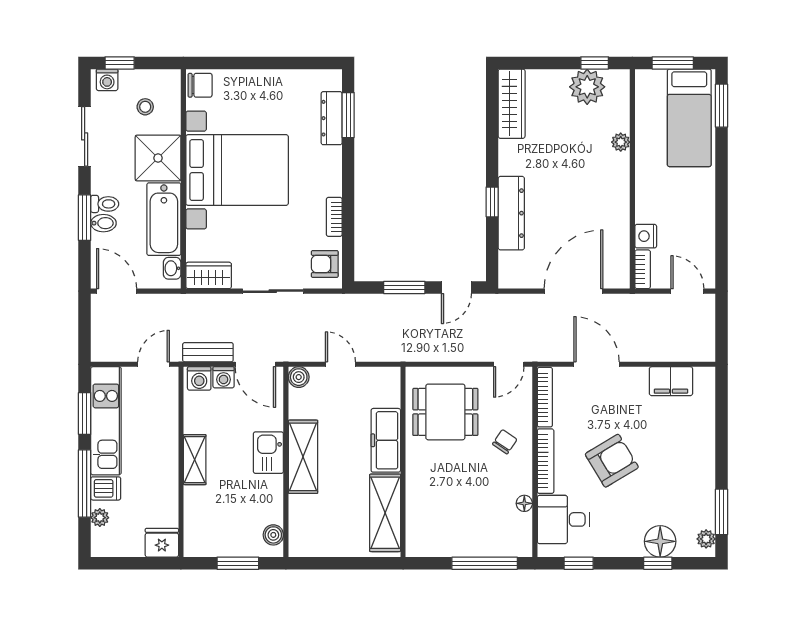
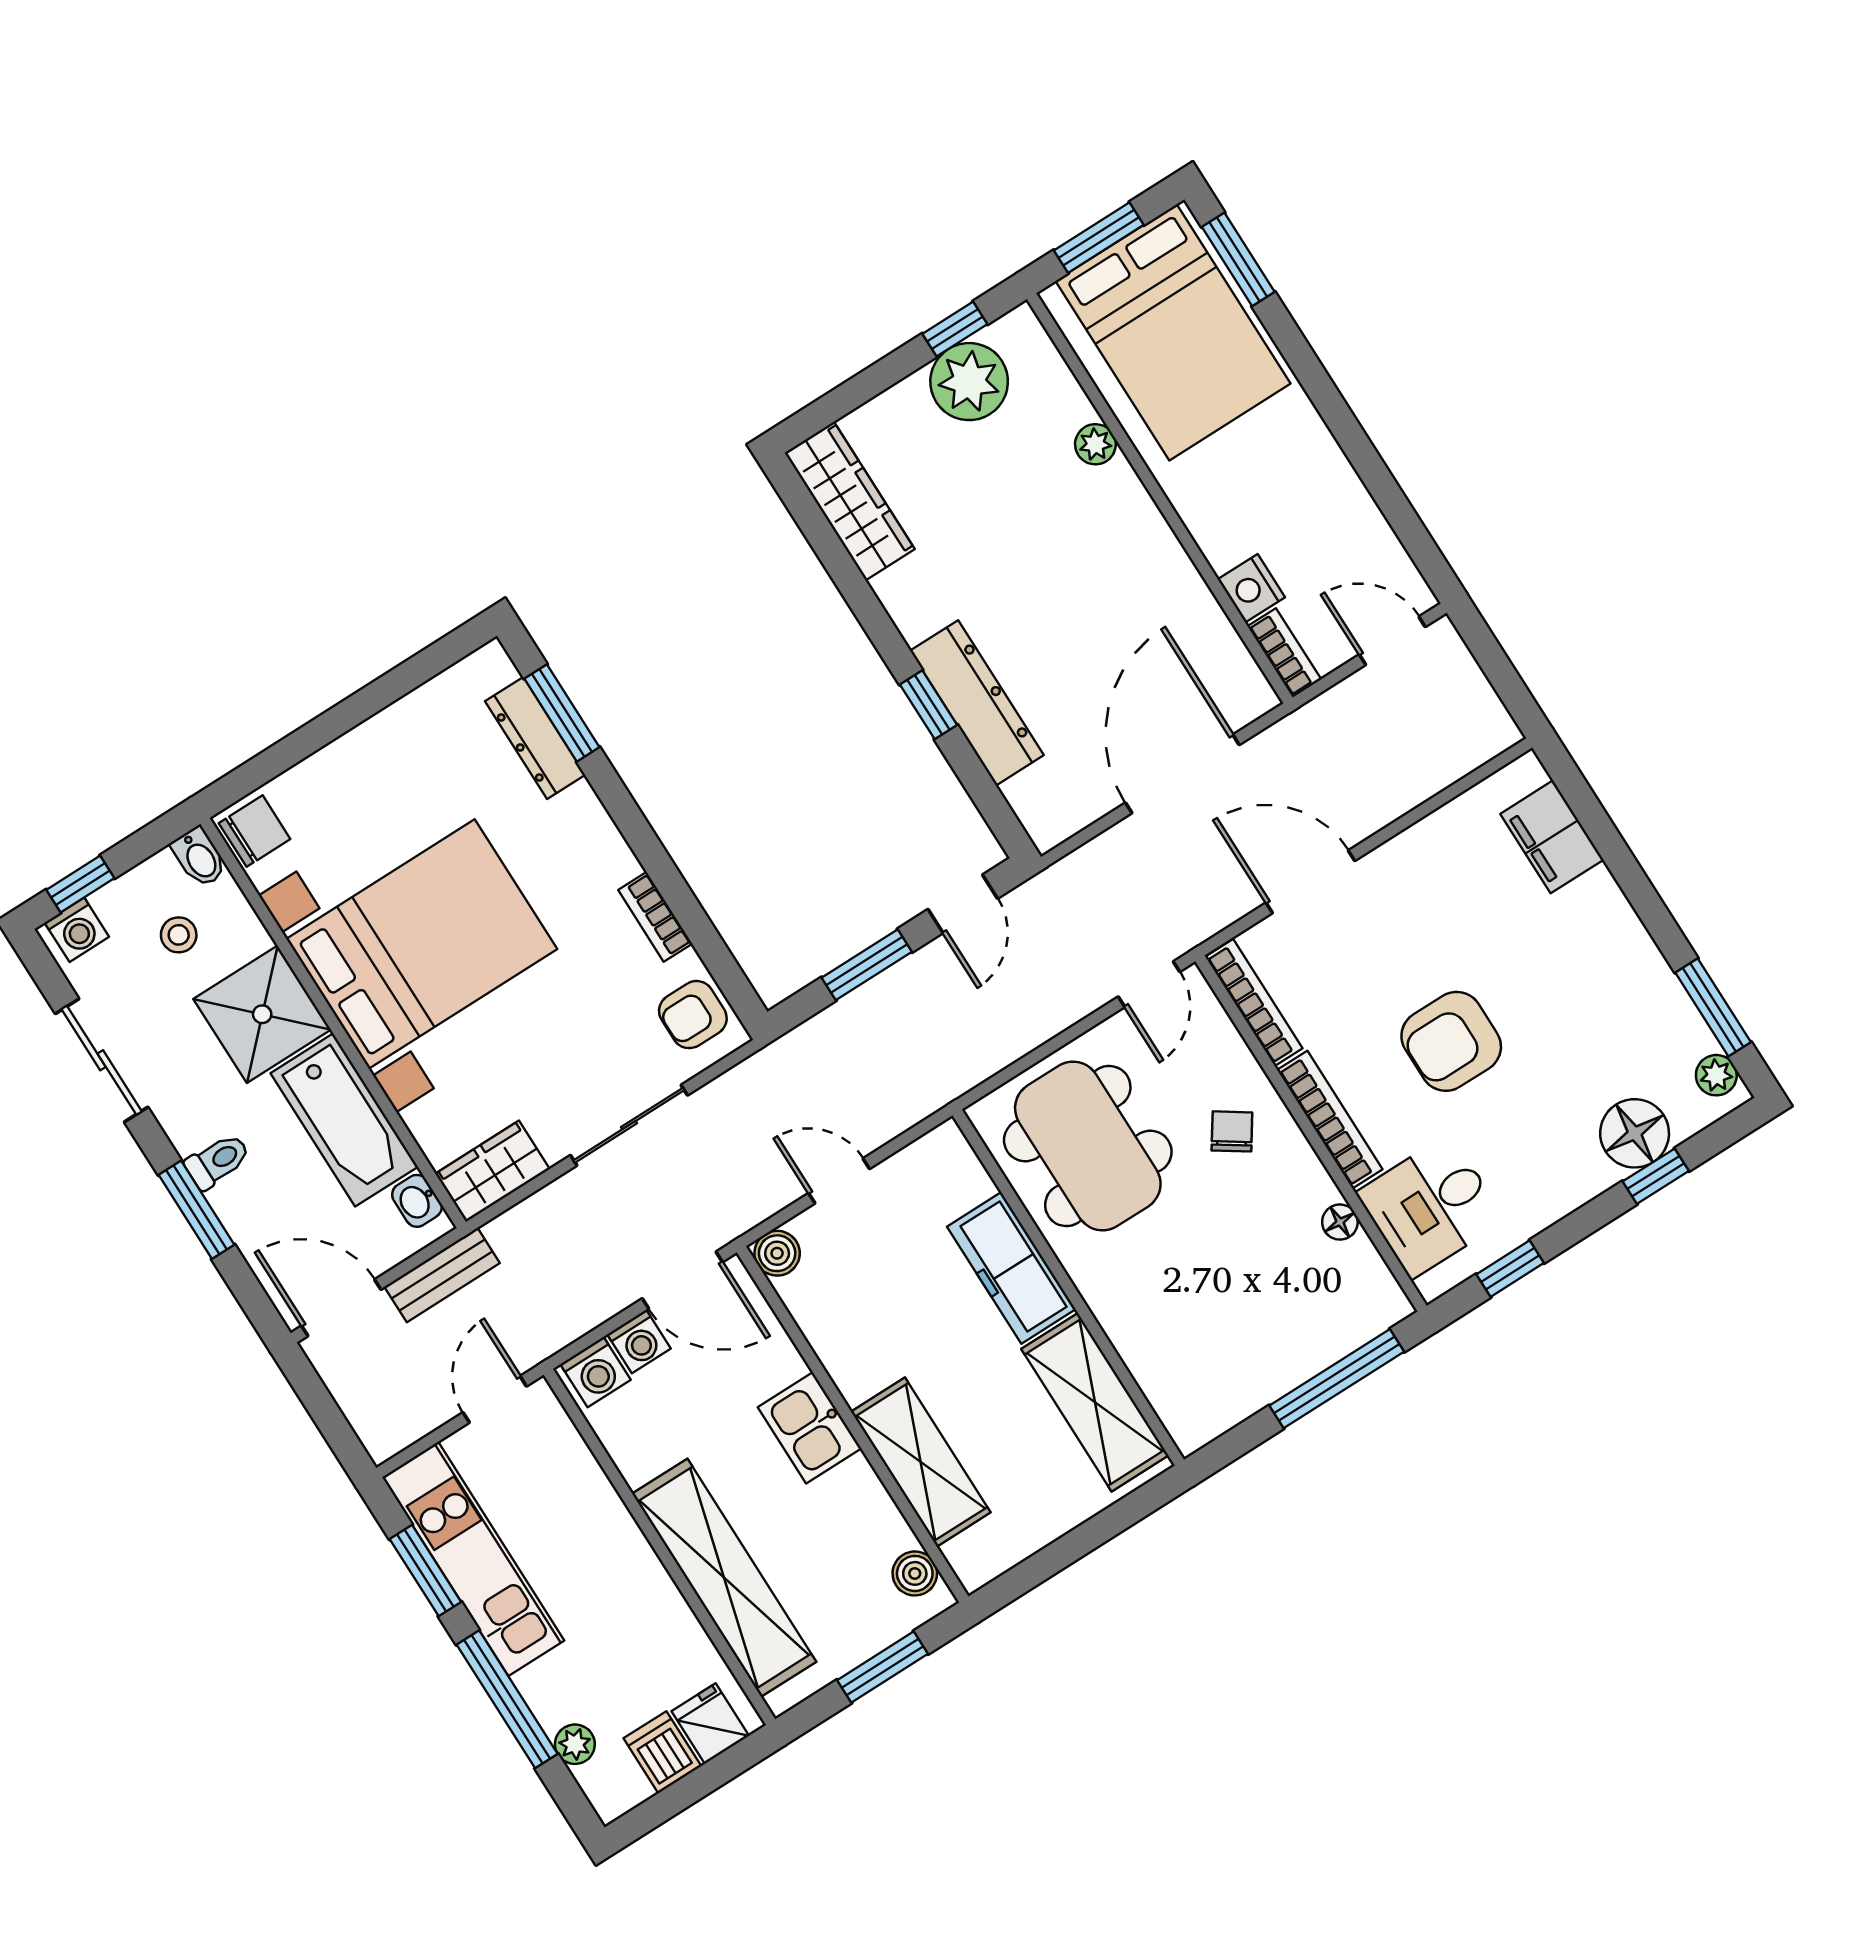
bed: (689, 118) -> (1173, 332), width x1.50
bidet: (103, 223) -> (199, 857), moved, turned 90
bench: (208, 352) -> (442, 1275), moved
filing cabinet: (671, 381) -> (1552, 837), moved, turned 90
dining table: (445, 412) -> (1088, 1146), width x1.38
shelving: (303, 457) -> (921, 1462), moved
shelving: (195, 460) -> (724, 1578), width x2.20, depth x1.33
armchair: (612, 461) -> (1451, 1041), turned -149
dishwasher: (106, 488) -> (662, 1752), moved, turned -90
fridge: (162, 543) -> (710, 1724), width x0.72

